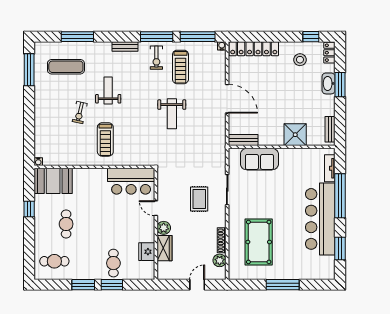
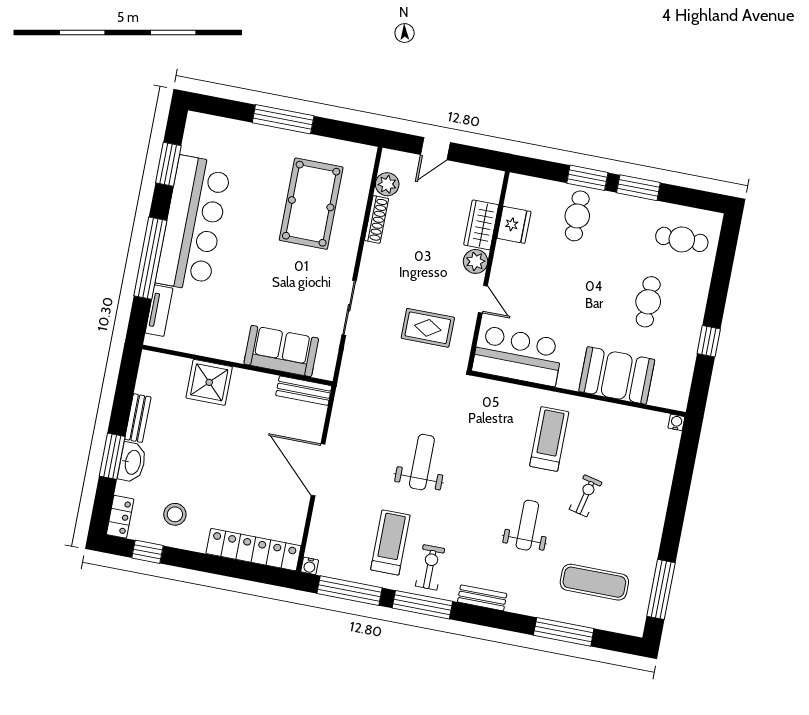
weight bench: (108, 91) -> (527, 525), turned 180
bench: (330, 129) -> (138, 418), moved
booth: (53, 181) -> (617, 375), moved
rug: (199, 199) -> (428, 328), moved, turned 90

